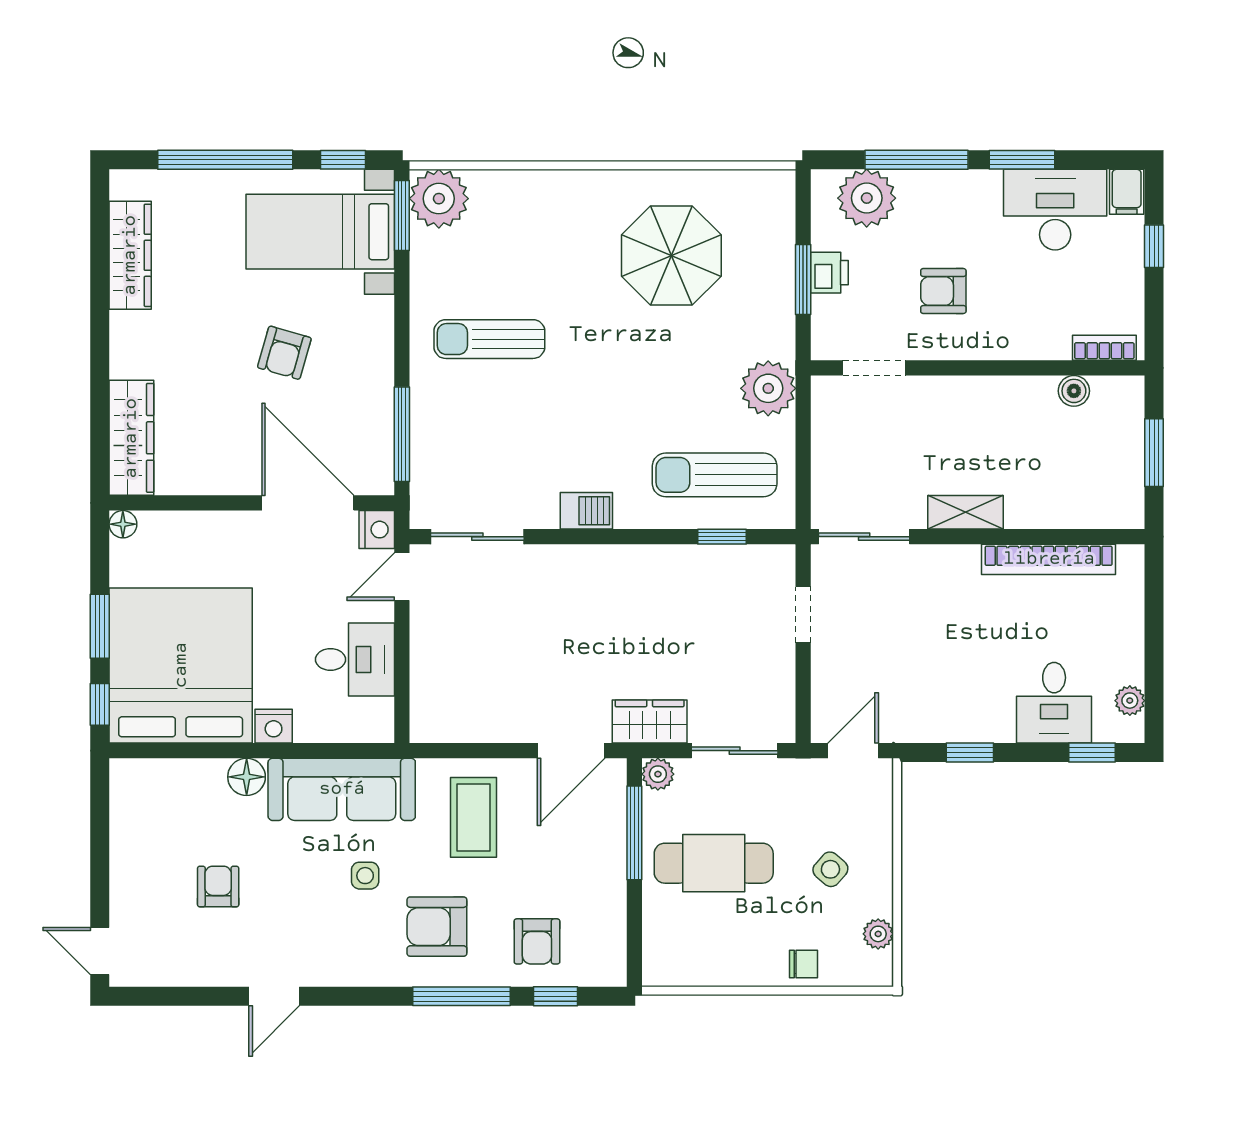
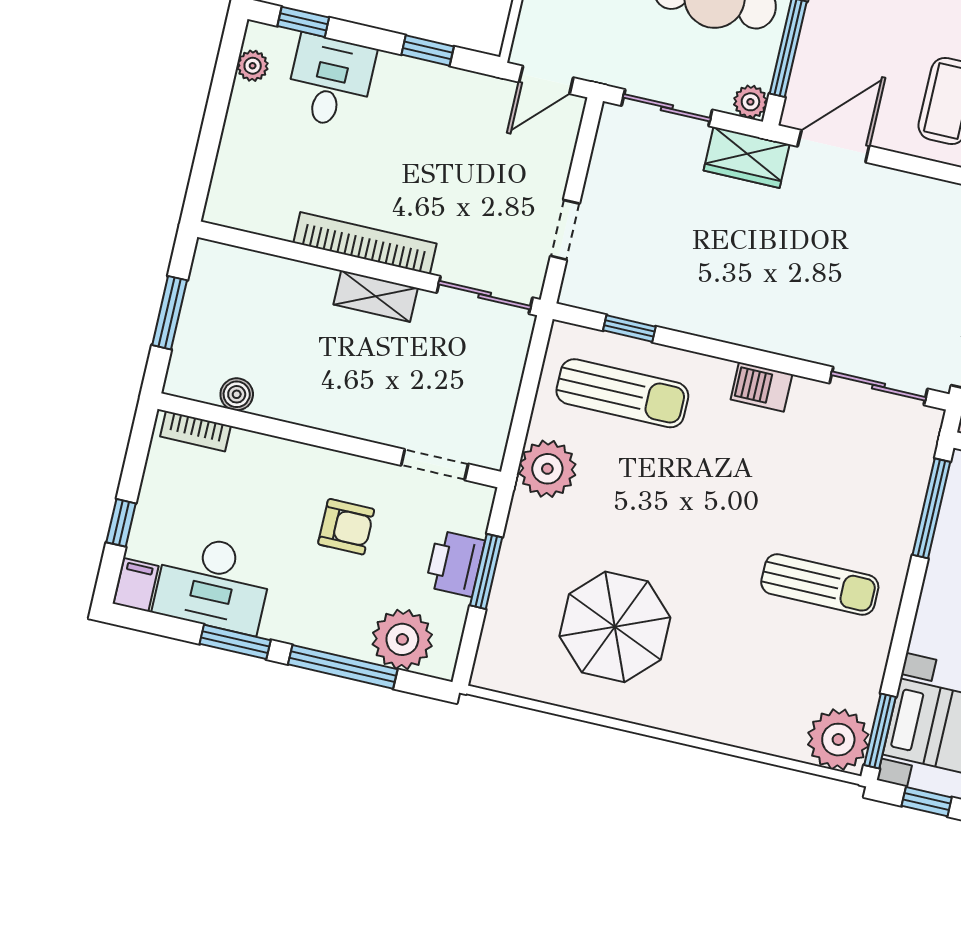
printer: (829, 273) -> (455, 564), width x1.36, depth x1.24
bookcase: (1049, 559) -> (365, 243), moved

